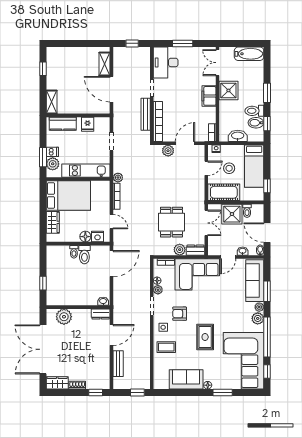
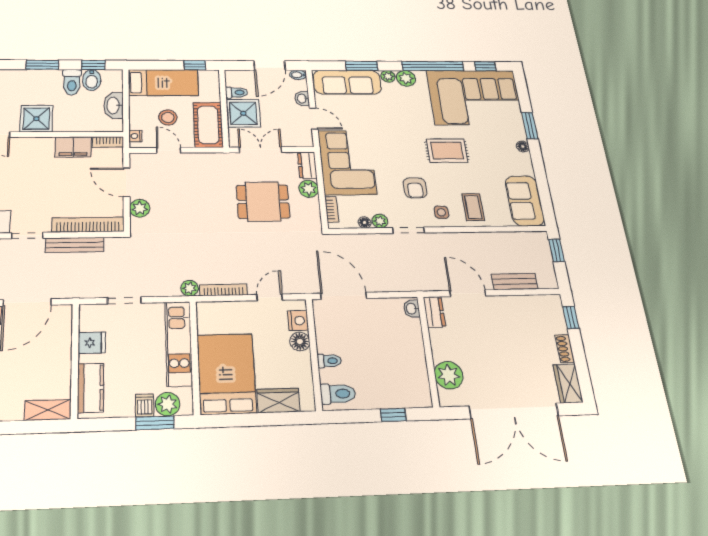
filing cabinet: (209, 96) -> (73, 147), moved
toilet: (84, 255) -> (338, 394), moved
sofa: (186, 379) -> (525, 201), moved

